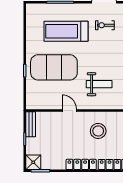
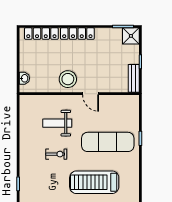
exercise bike: (105, 25) -> (56, 154), moved
treadmill: (66, 31) -> (94, 182), turned 180
exercise mat: (54, 67) -> (108, 142), width x0.68
stool: (98, 131) -> (68, 79), moved

